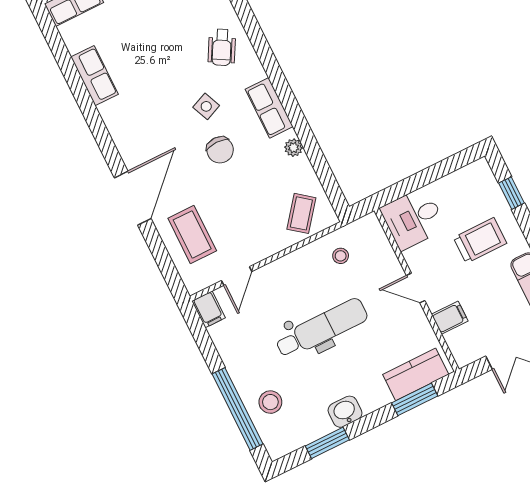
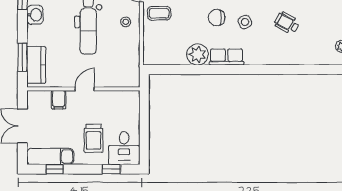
wheelchair: (222, 47) -> (287, 23), moved
plant: (293, 148) -> (197, 54), width x1.88, depth x1.88
coffee table: (301, 213) -> (159, 13), moved, turned -38
desk: (413, 218) -> (124, 148), moved, turned 180
stool: (341, 256) -> (126, 22), moved

